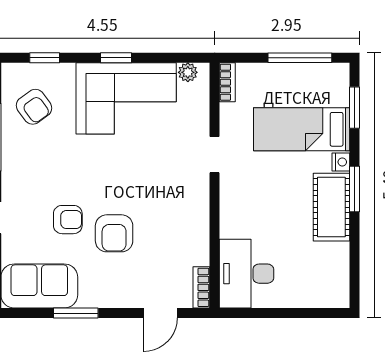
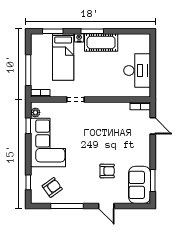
window: (116, 58) -> (28, 126), moved
window: (300, 58) -> (28, 70), moved
armchair: (68, 220) -> (107, 171), turned 90
armchair: (114, 233) -> (114, 148), removed
desk: (247, 274) -> (137, 71), moved, turned -90
window: (76, 313) -> (153, 180), moved

